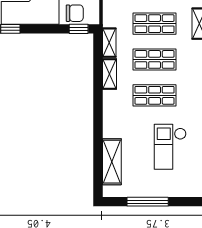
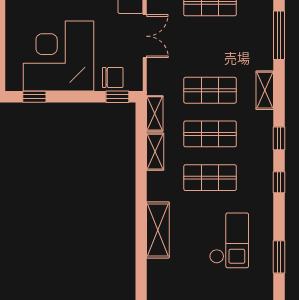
checkout: (170, 147) -> (229, 240), turned 180
shelving: (112, 162) -> (158, 230), moved

